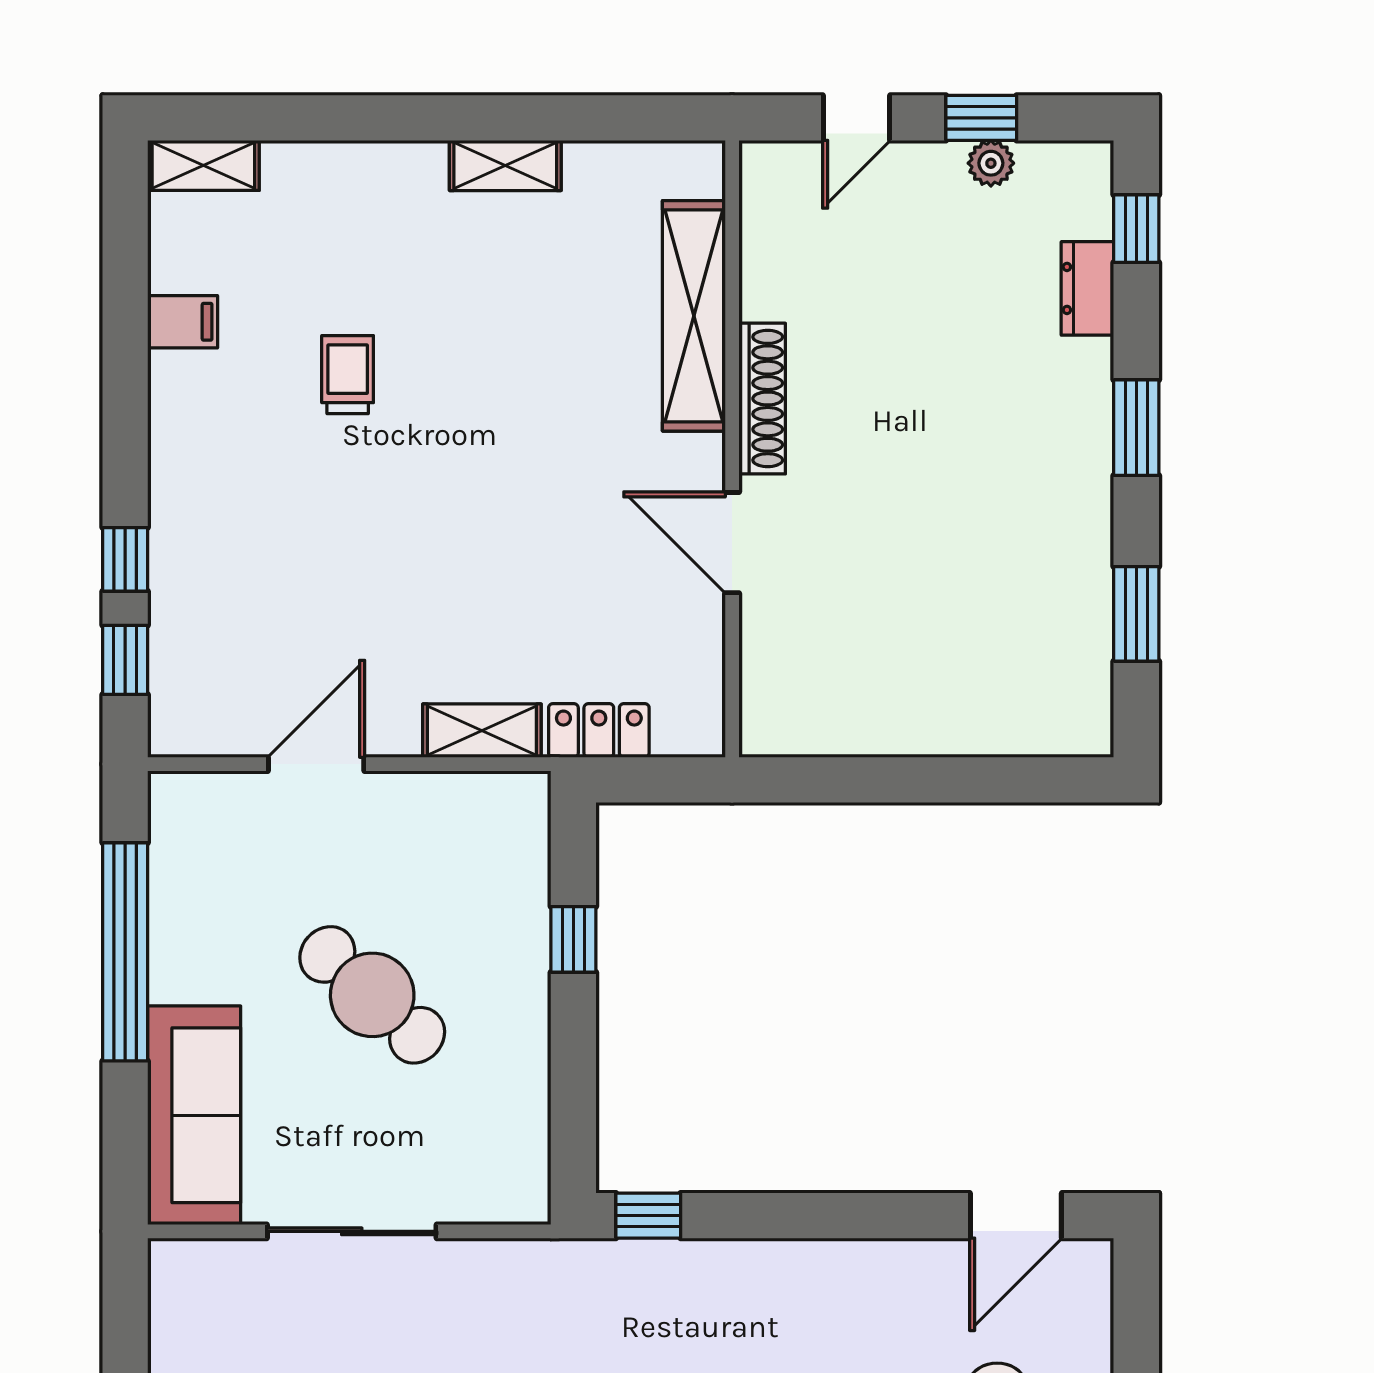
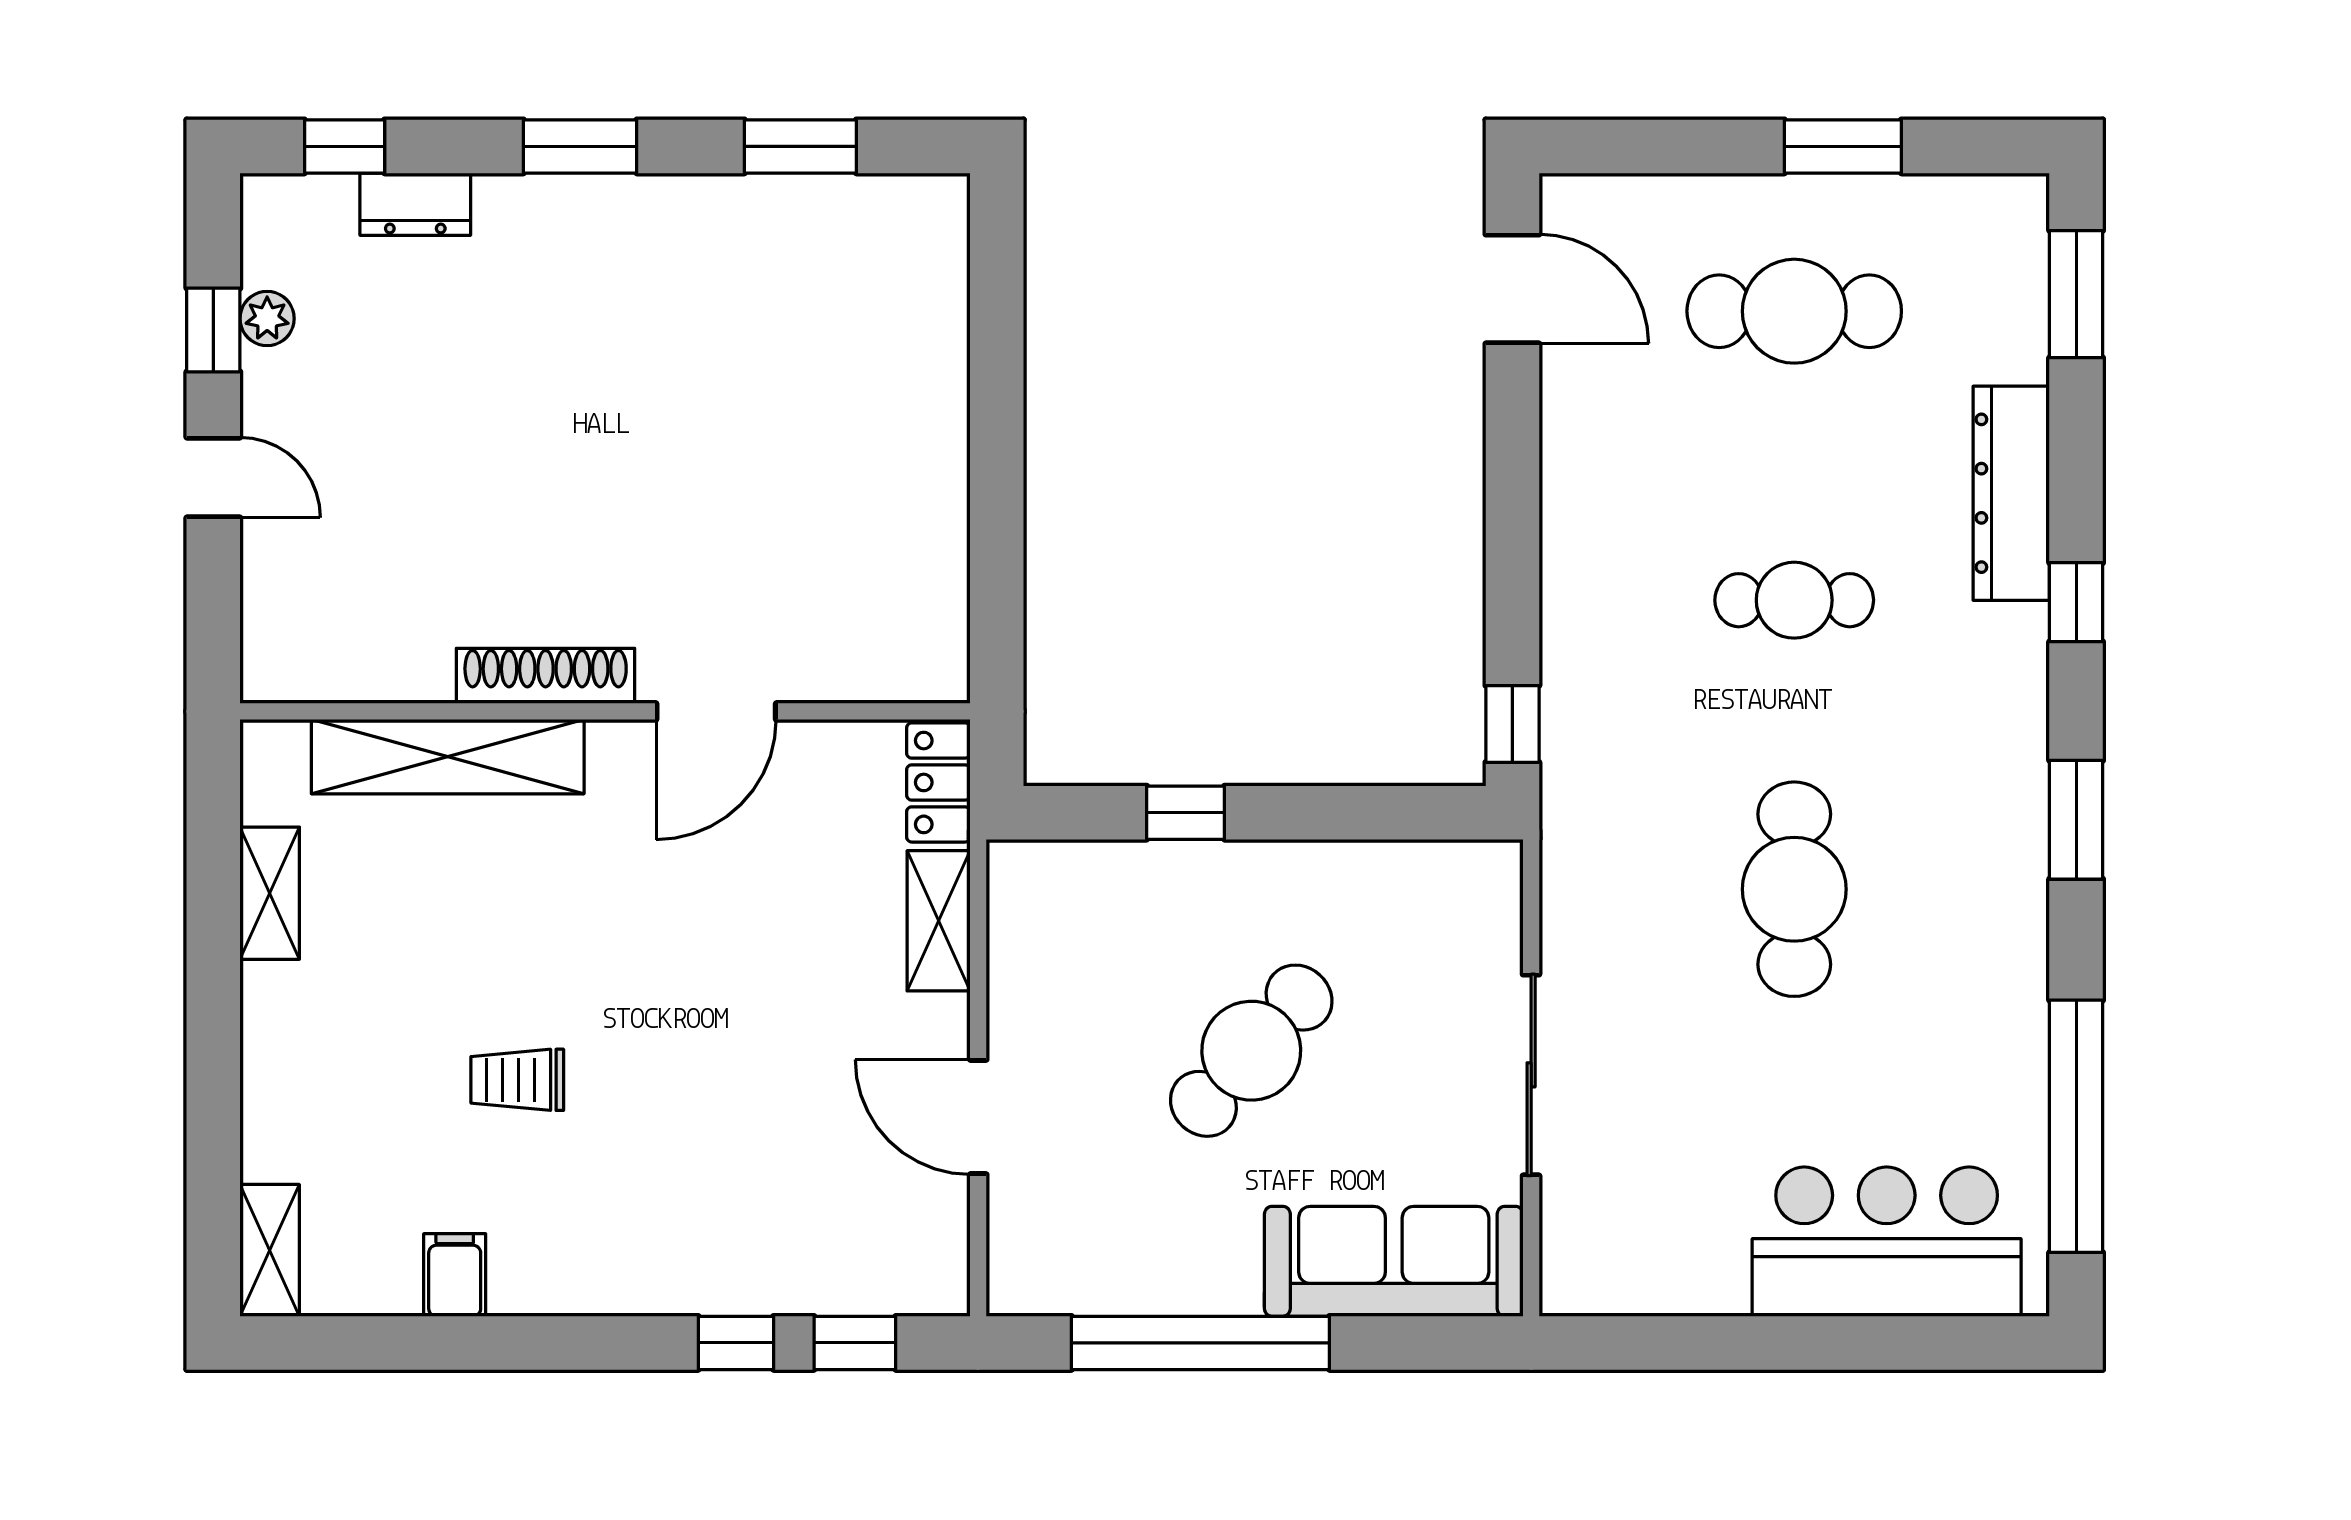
shelving: (694, 316) -> (448, 757), moved
shoe rack: (762, 399) -> (546, 676), moved
wall: (732, 449) -> (605, 711), moved
door: (732, 543) -> (716, 711), moved

